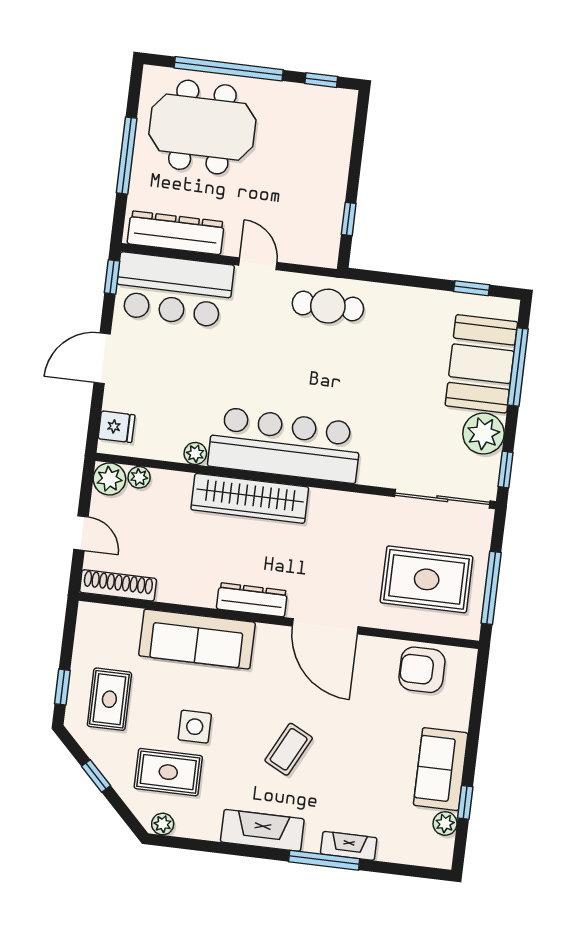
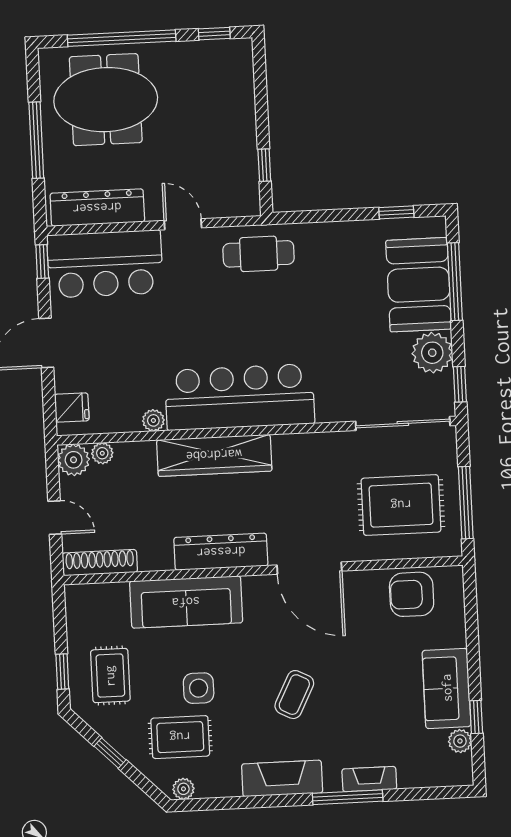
dresser: (252, 600) -> (221, 552), width x1.37, depth x1.24

